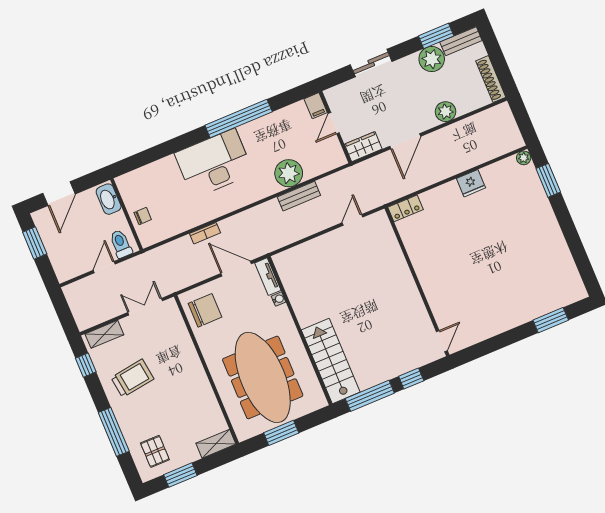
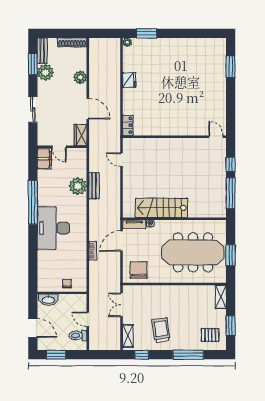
filing cabinet: (316, 106) -> (44, 158), width x2.00
toilet: (121, 244) -> (78, 335), moved
stairs: (331, 361) -> (162, 208), moved

